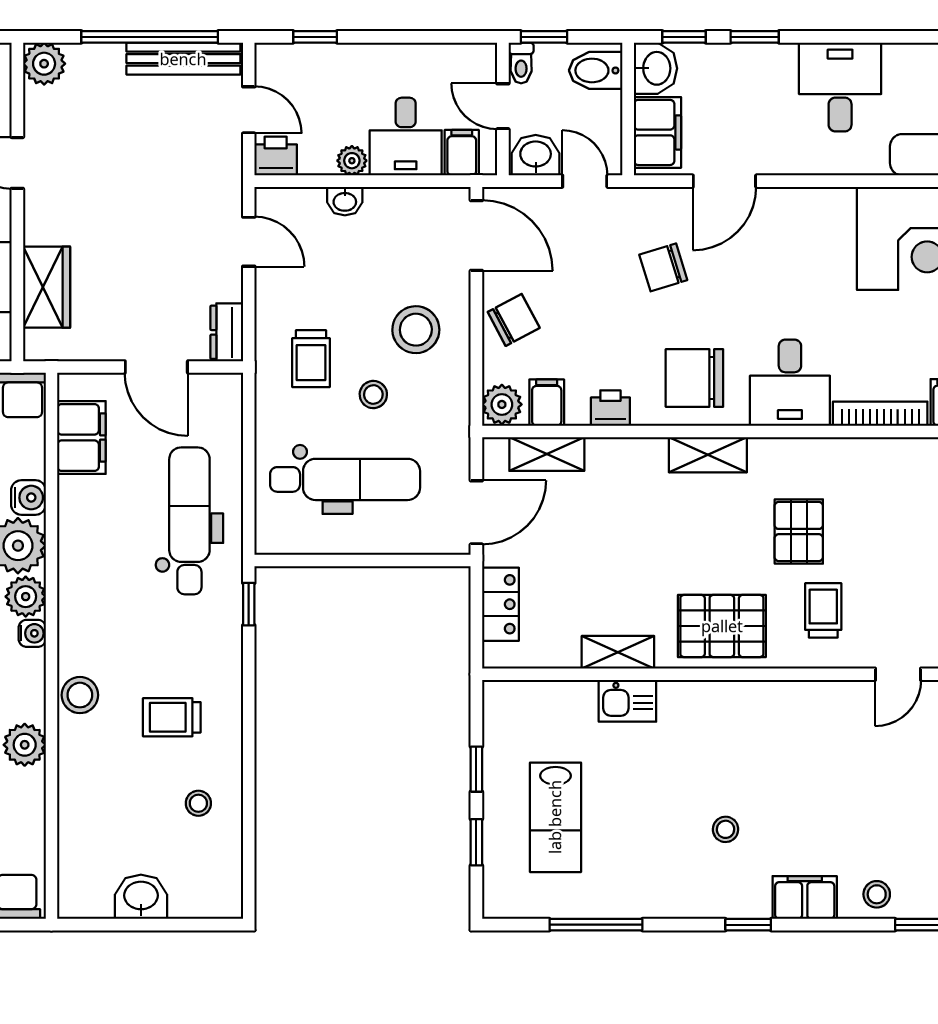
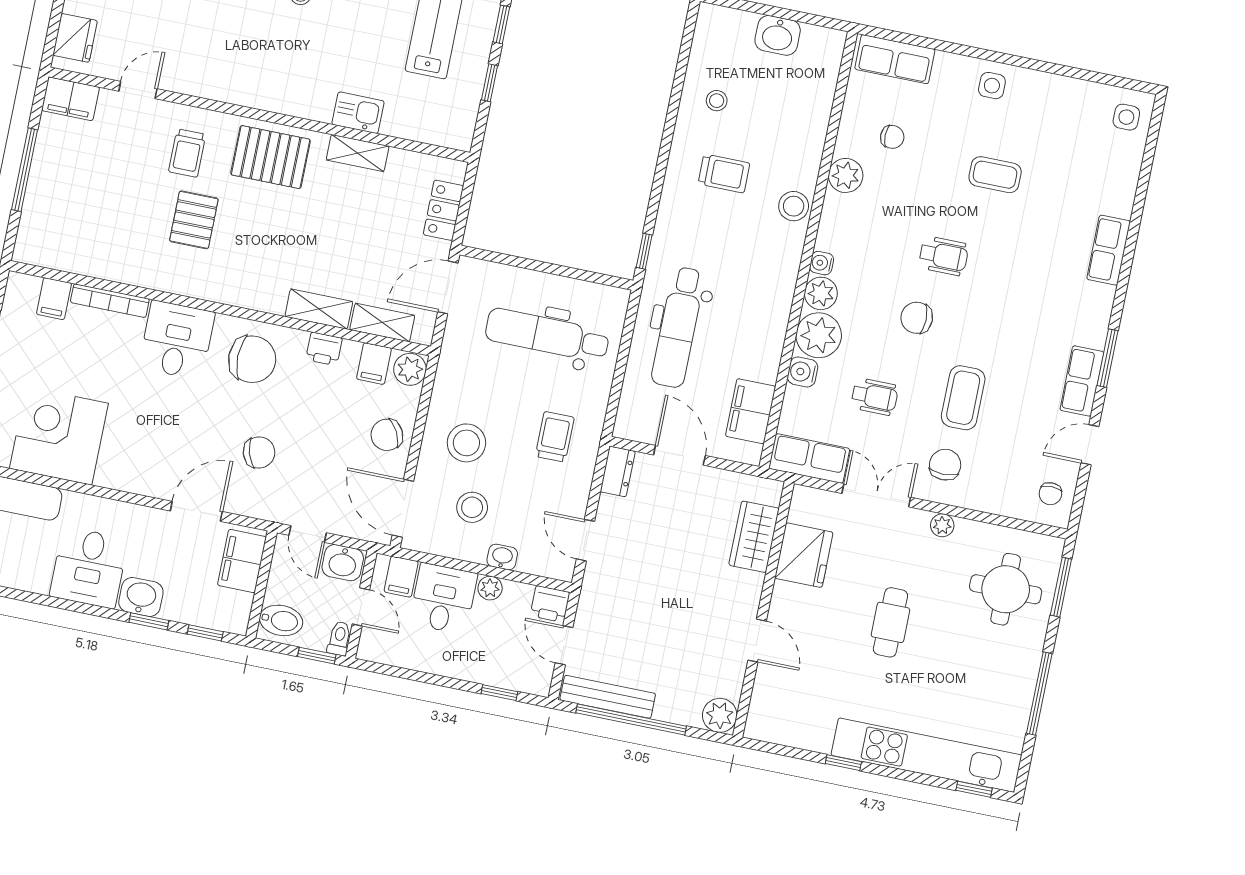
washbasin: (655, 68) -> (141, 597), moved, turned 90
stool: (373, 395) -> (472, 507), moved, width x1.37, depth x1.37
shelving: (708, 455) -> (319, 309), moved

